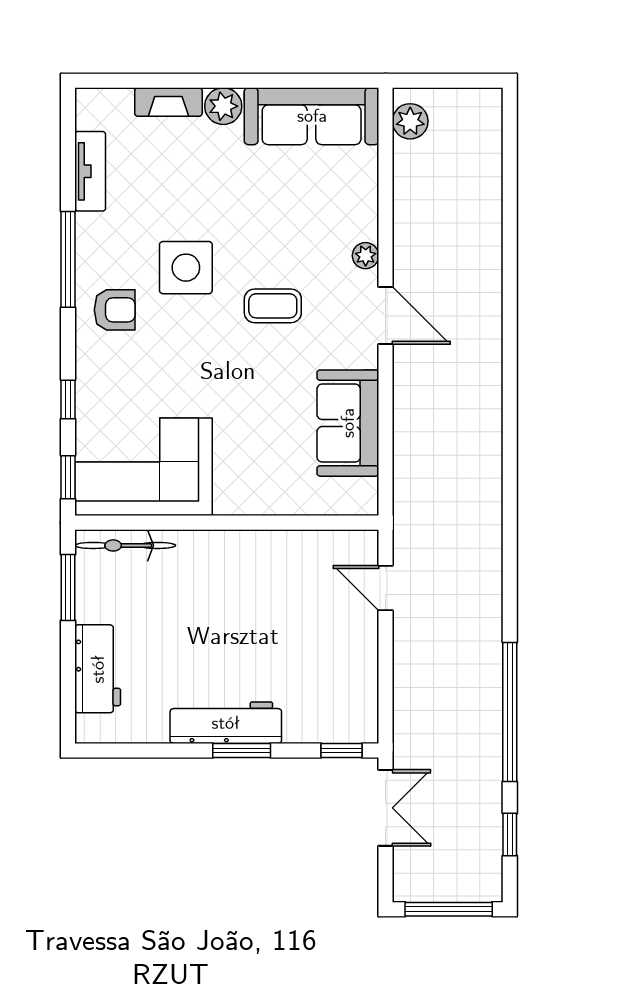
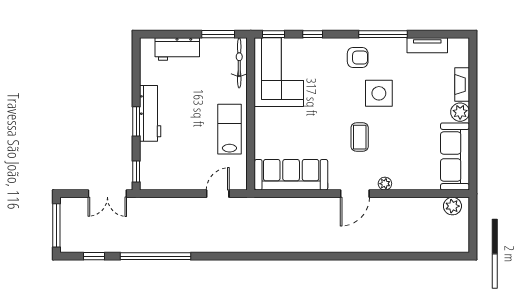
armchair: (115, 310) -> (358, 58), turned -90
sofa: (348, 423) -> (291, 175), width x1.36
lab bench: (257, 565) -> (229, 129), added

